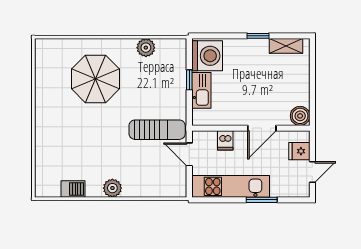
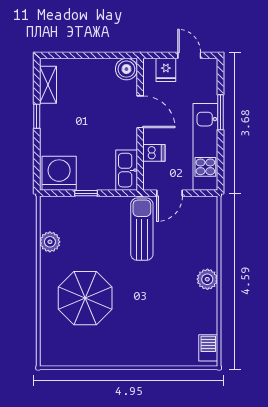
kitchen sink: (201, 90) -> (127, 170), moved, turned -90
barbecue: (73, 189) -> (208, 348), moved

